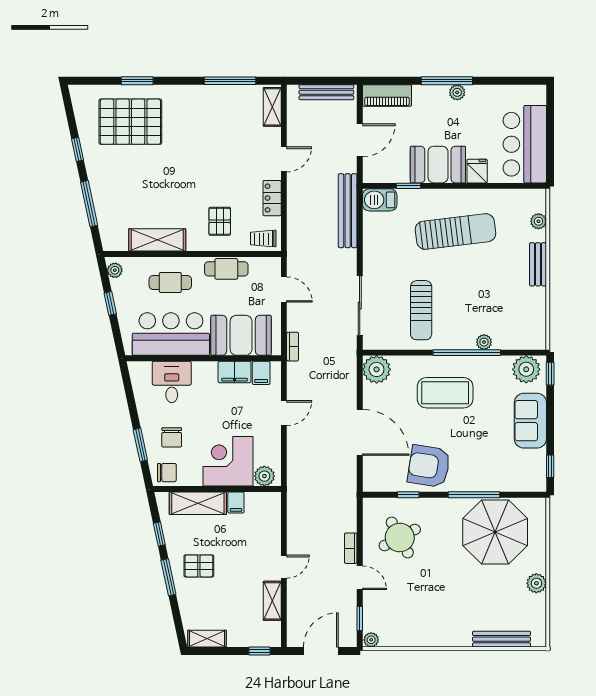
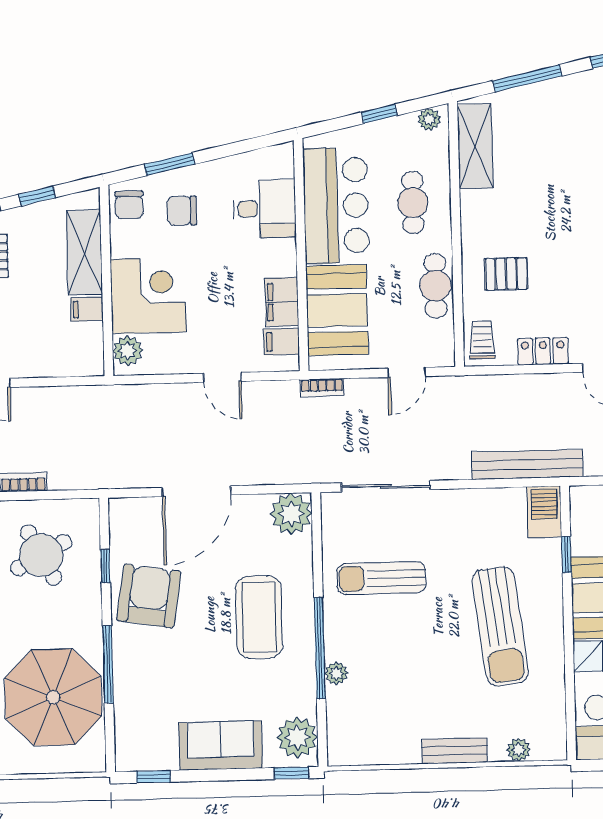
shelving: (157, 240) -> (475, 146), moved

